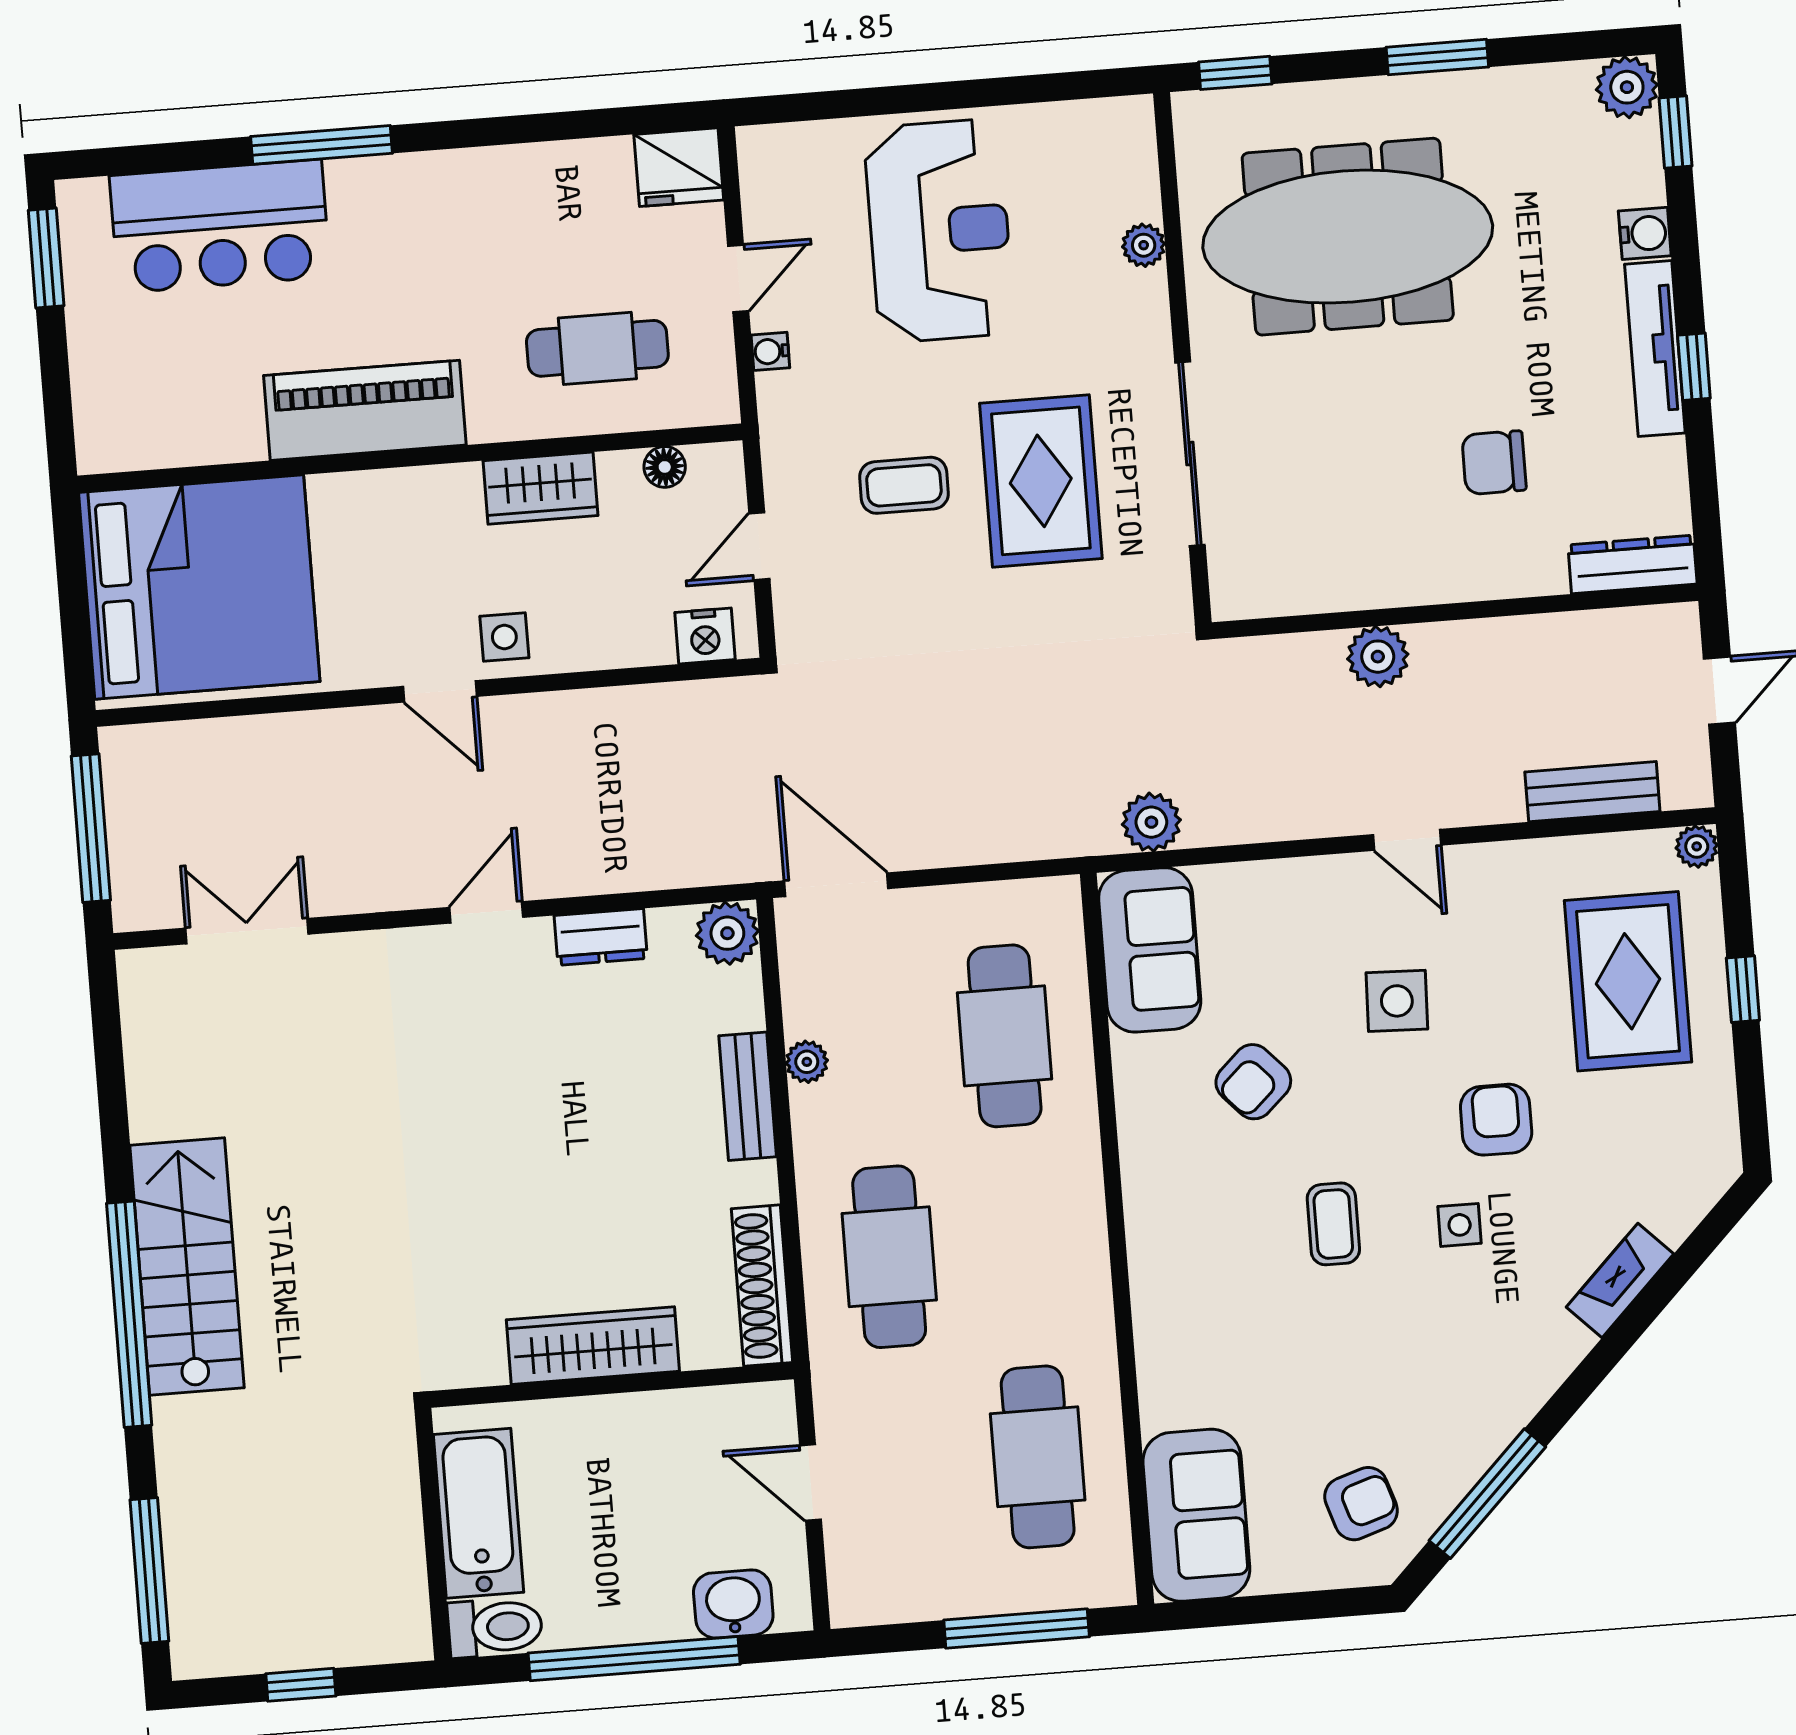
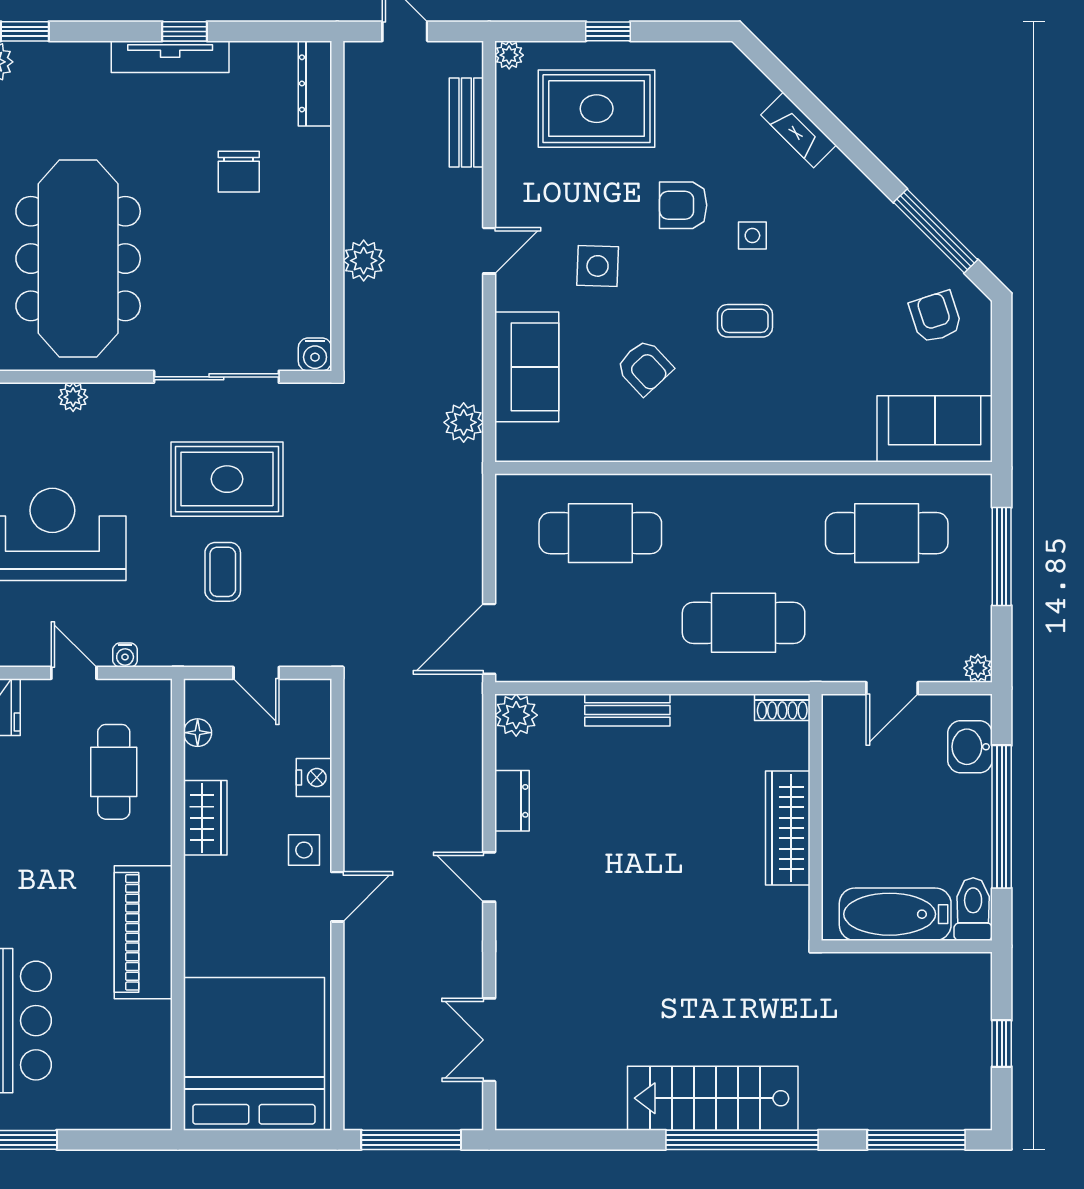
water cooler: (1645, 233) -> (315, 354), moved, turned 180
nightstand: (705, 636) -> (314, 777), moved
sofa: (1150, 950) -> (527, 367), moved, turned 90
plant: (807, 1062) -> (978, 668), moved
shoe rack: (762, 1286) -> (782, 707), width x0.51, depth x0.81

